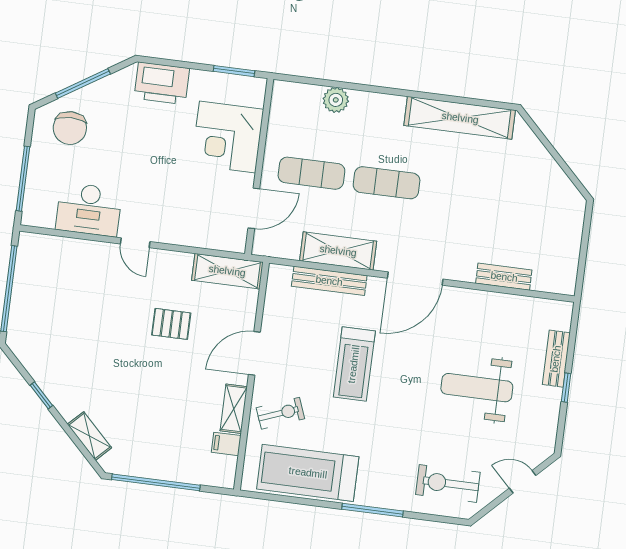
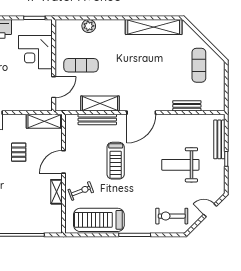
exercise mat: (387, 183) -> (199, 65), moved, turned 90
pallet: (171, 324) -> (19, 152), turned 90
bench: (556, 359) -> (219, 139), width x1.36
filing cabinet: (226, 444) -> (55, 210), removed

